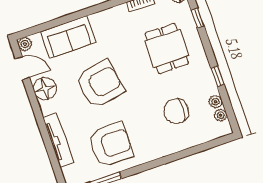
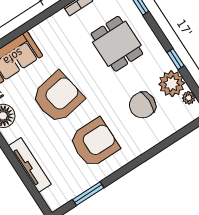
plant: (216, 102) -> (172, 84), width x1.88, depth x1.88
armchair: (111, 145) -> (94, 143), moved

